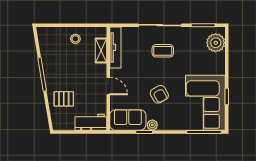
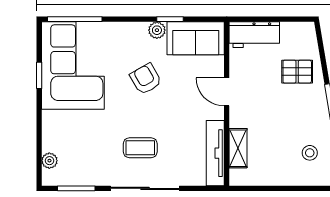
stool: (75, 39) -> (310, 153), moved
plant: (216, 43) -> (49, 161), width x0.53, depth x0.53

